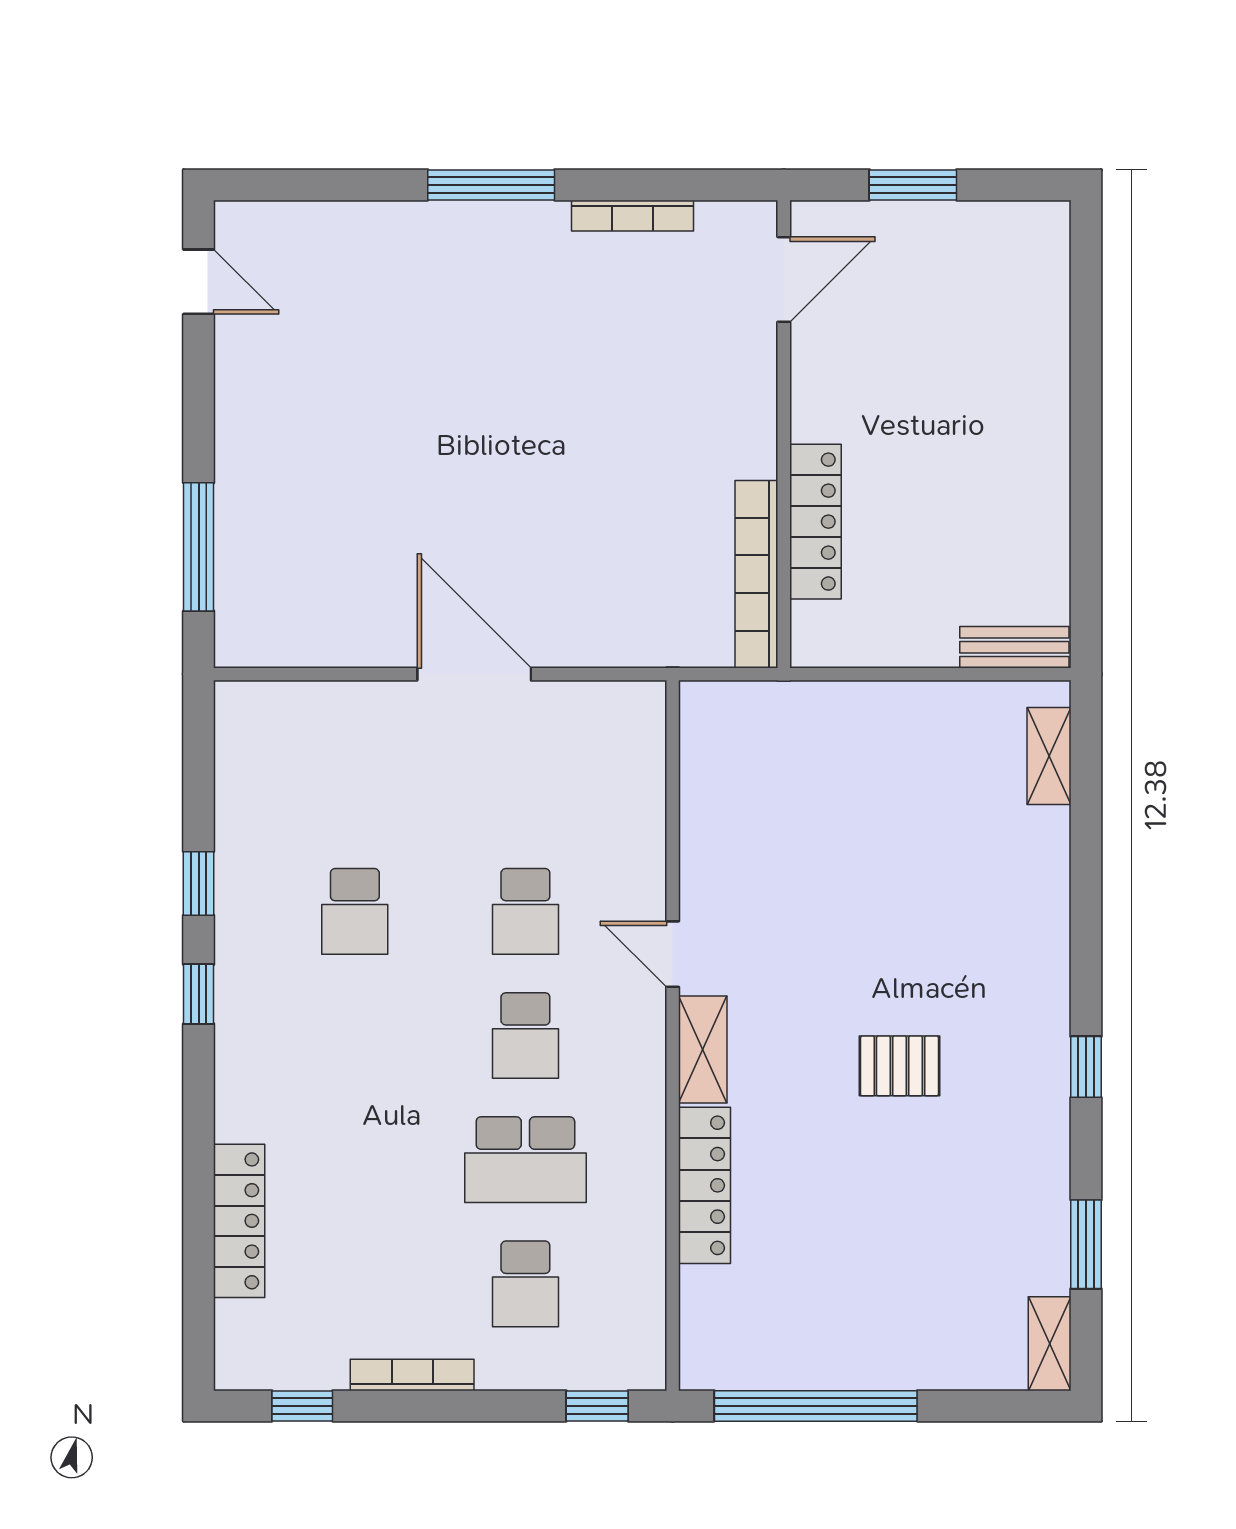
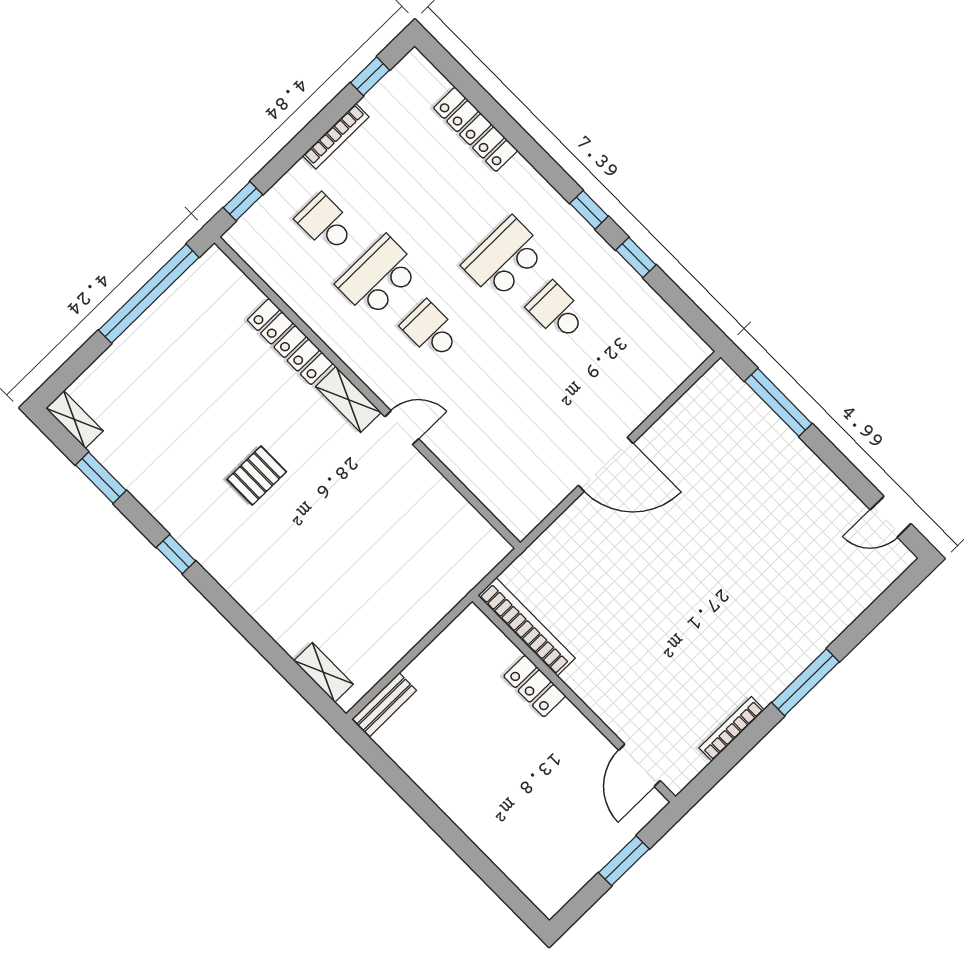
locker: (815, 522) -> (535, 686), width x0.66
school desk: (525, 911) -> (504, 258), moved, width x1.85

